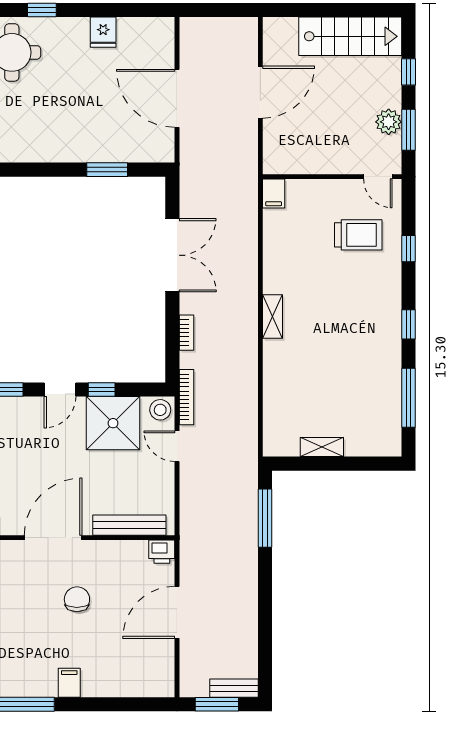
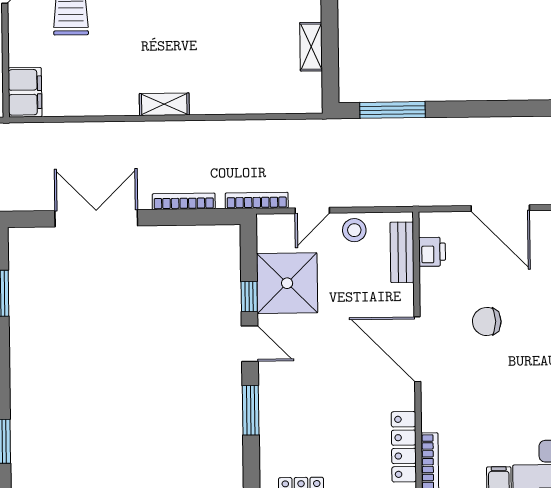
filing cabinet: (274, 194) -> (25, 92), width x2.00
bookcase: (186, 333) -> (184, 201), width x1.56
stool: (160, 410) -> (354, 230), moved
bench: (129, 525) -> (402, 252), width x0.73
printer: (162, 552) -> (432, 252), moved

